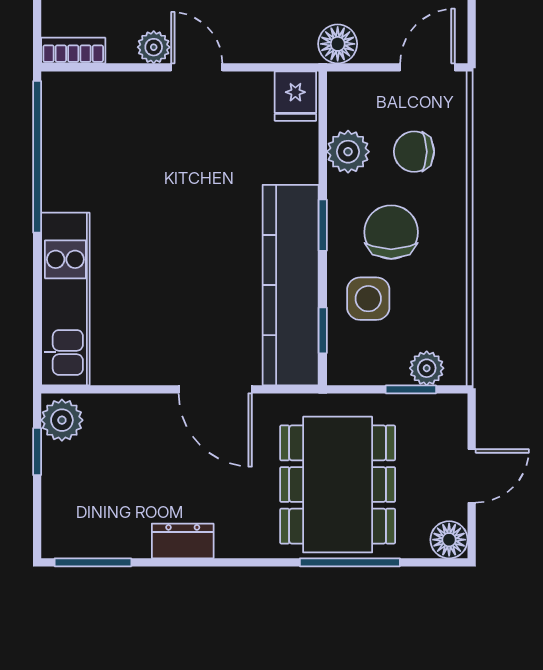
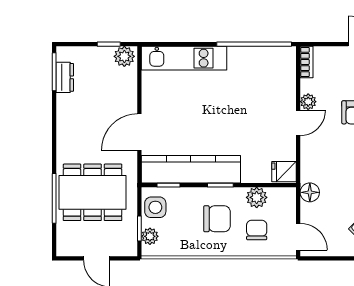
side table: (368, 299) -> (155, 207), moved
floor lamp: (449, 540) -> (65, 247), removed
dresser: (183, 541) -> (65, 77), moved

